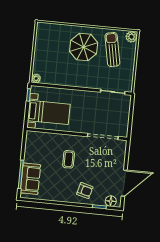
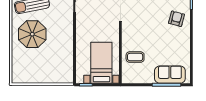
plant: (36, 78) -> (69, 79), removed
coffee table: (69, 159) -> (135, 57), moved

